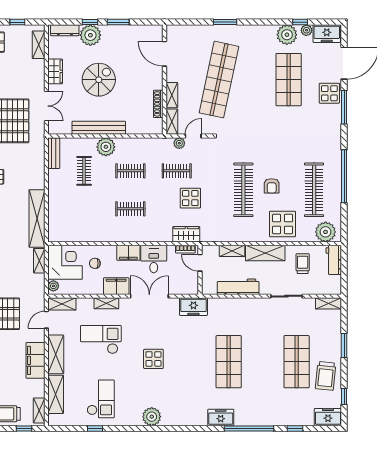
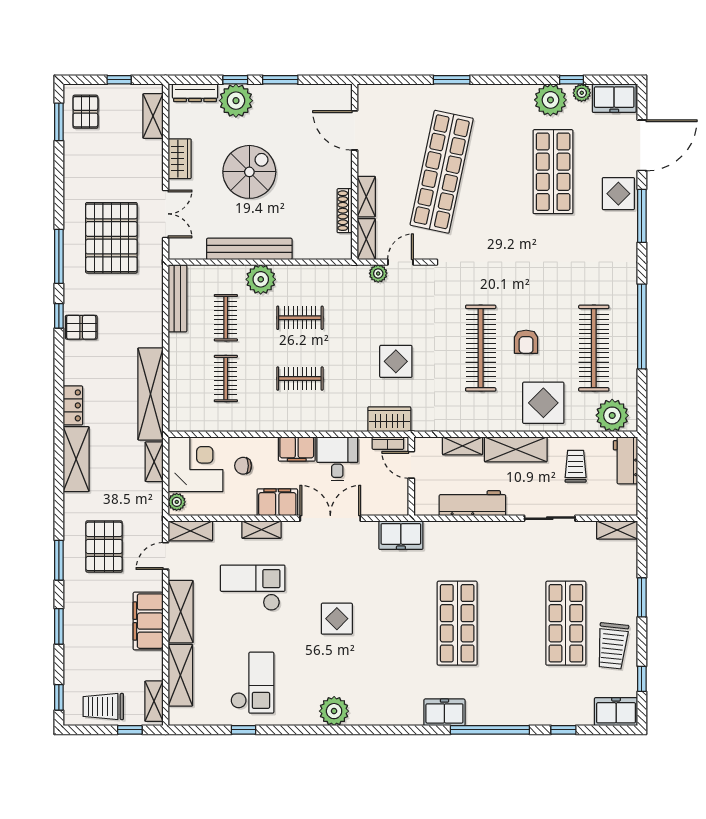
bench: (54, 153) -> (177, 299), width x1.36
clothes rail: (177, 171) -> (226, 379), moved, turned 90

